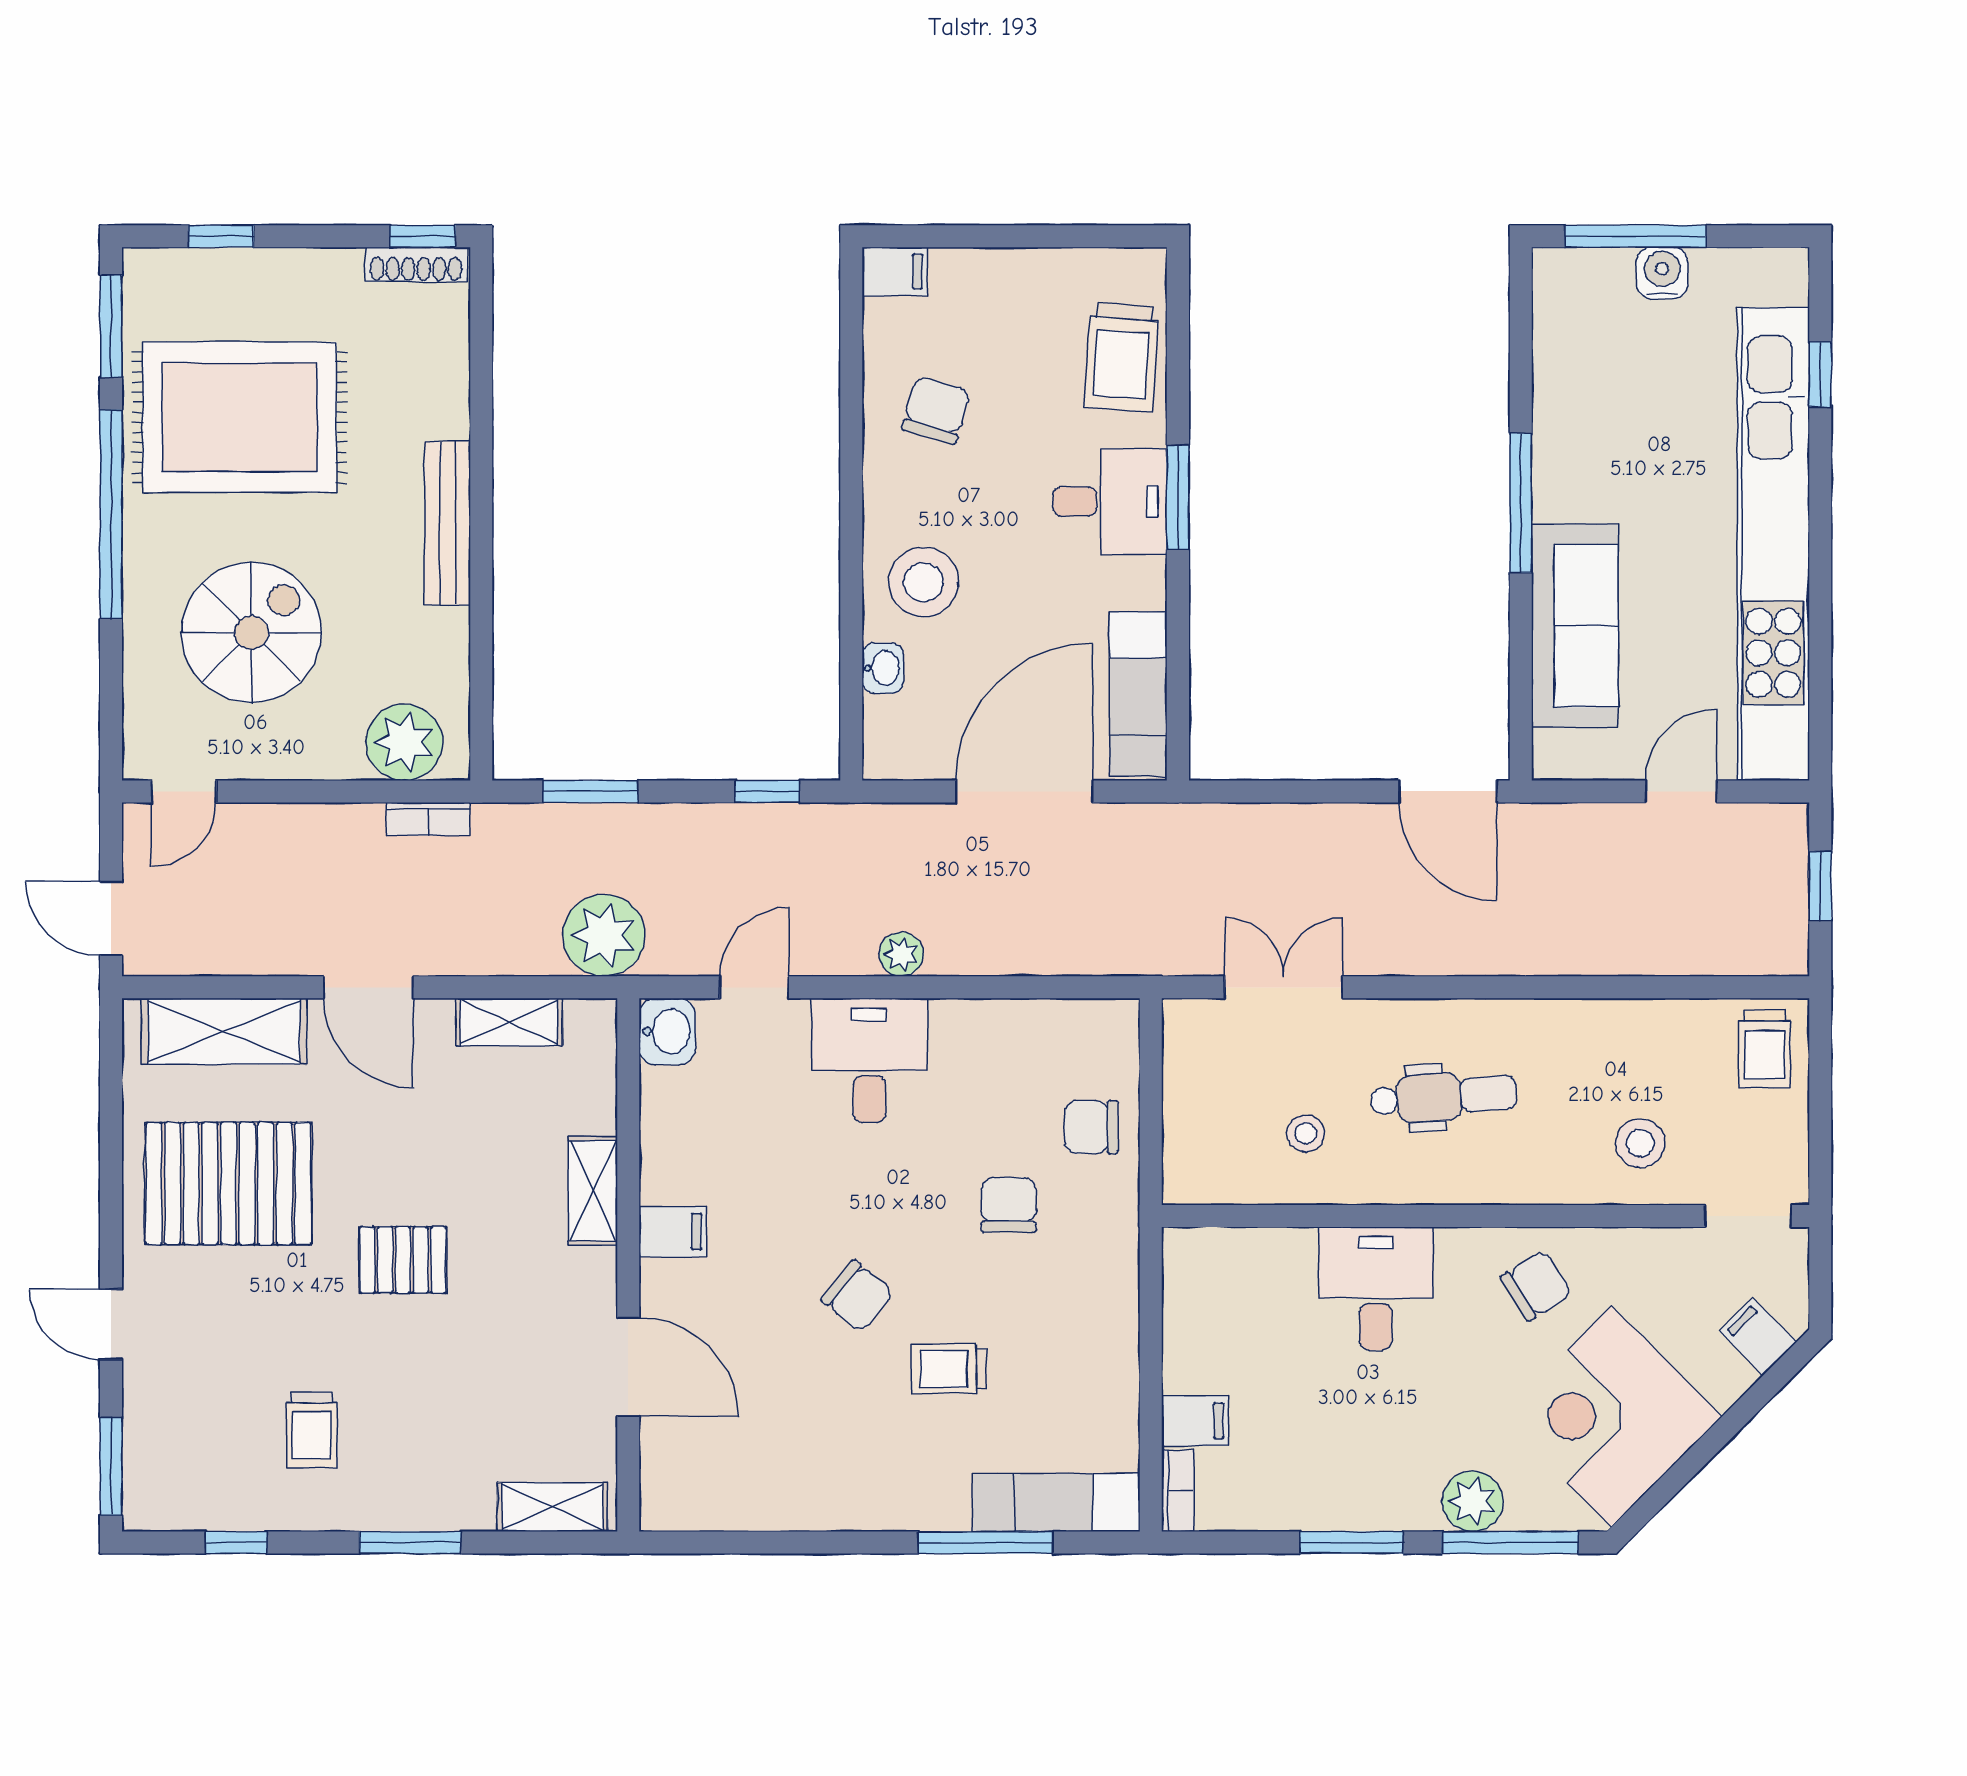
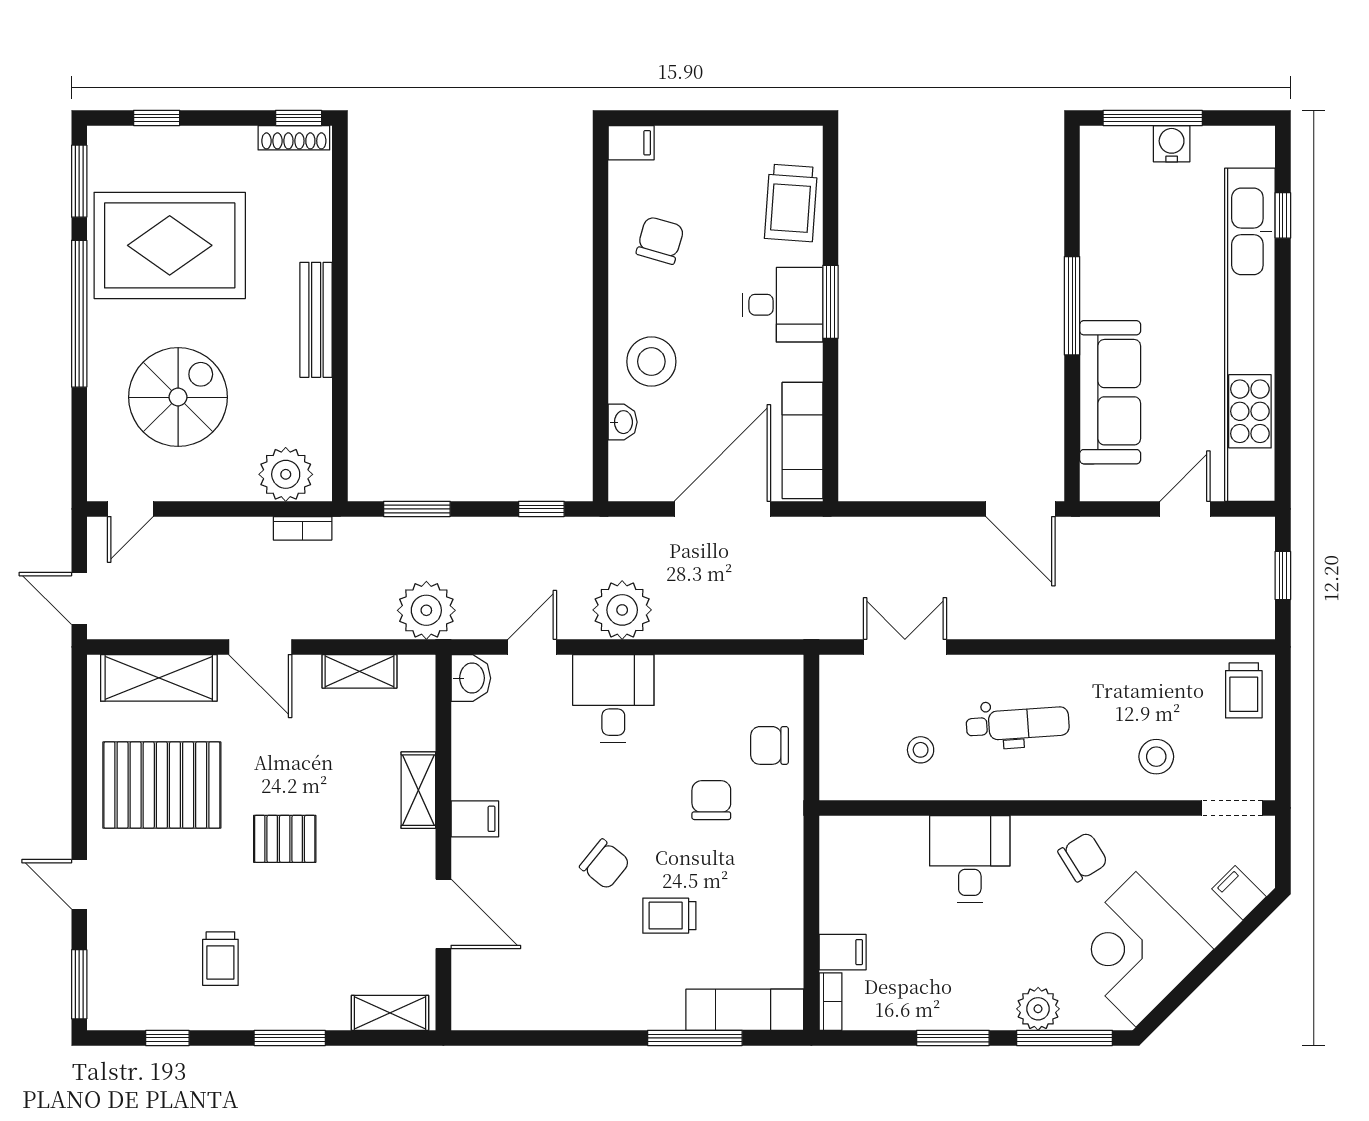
plant: (901, 954) -> (622, 610), width x1.87, depth x1.87

